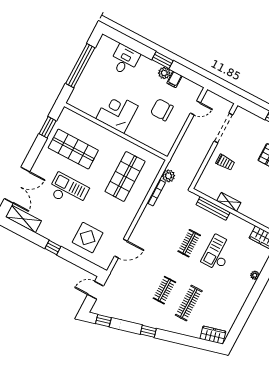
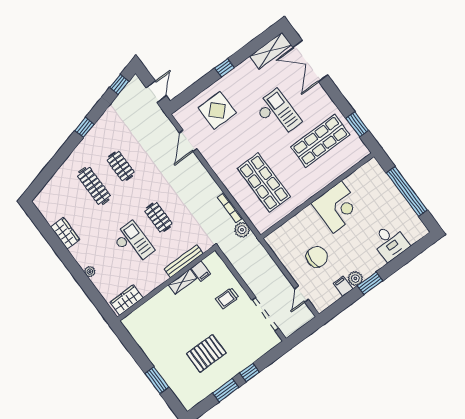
checkout: (68, 191) -> (278, 114), turned -90
filing cabinet: (214, 192) -> (201, 271), added
wardrobe: (213, 335) -> (65, 233), moved, turned -75

